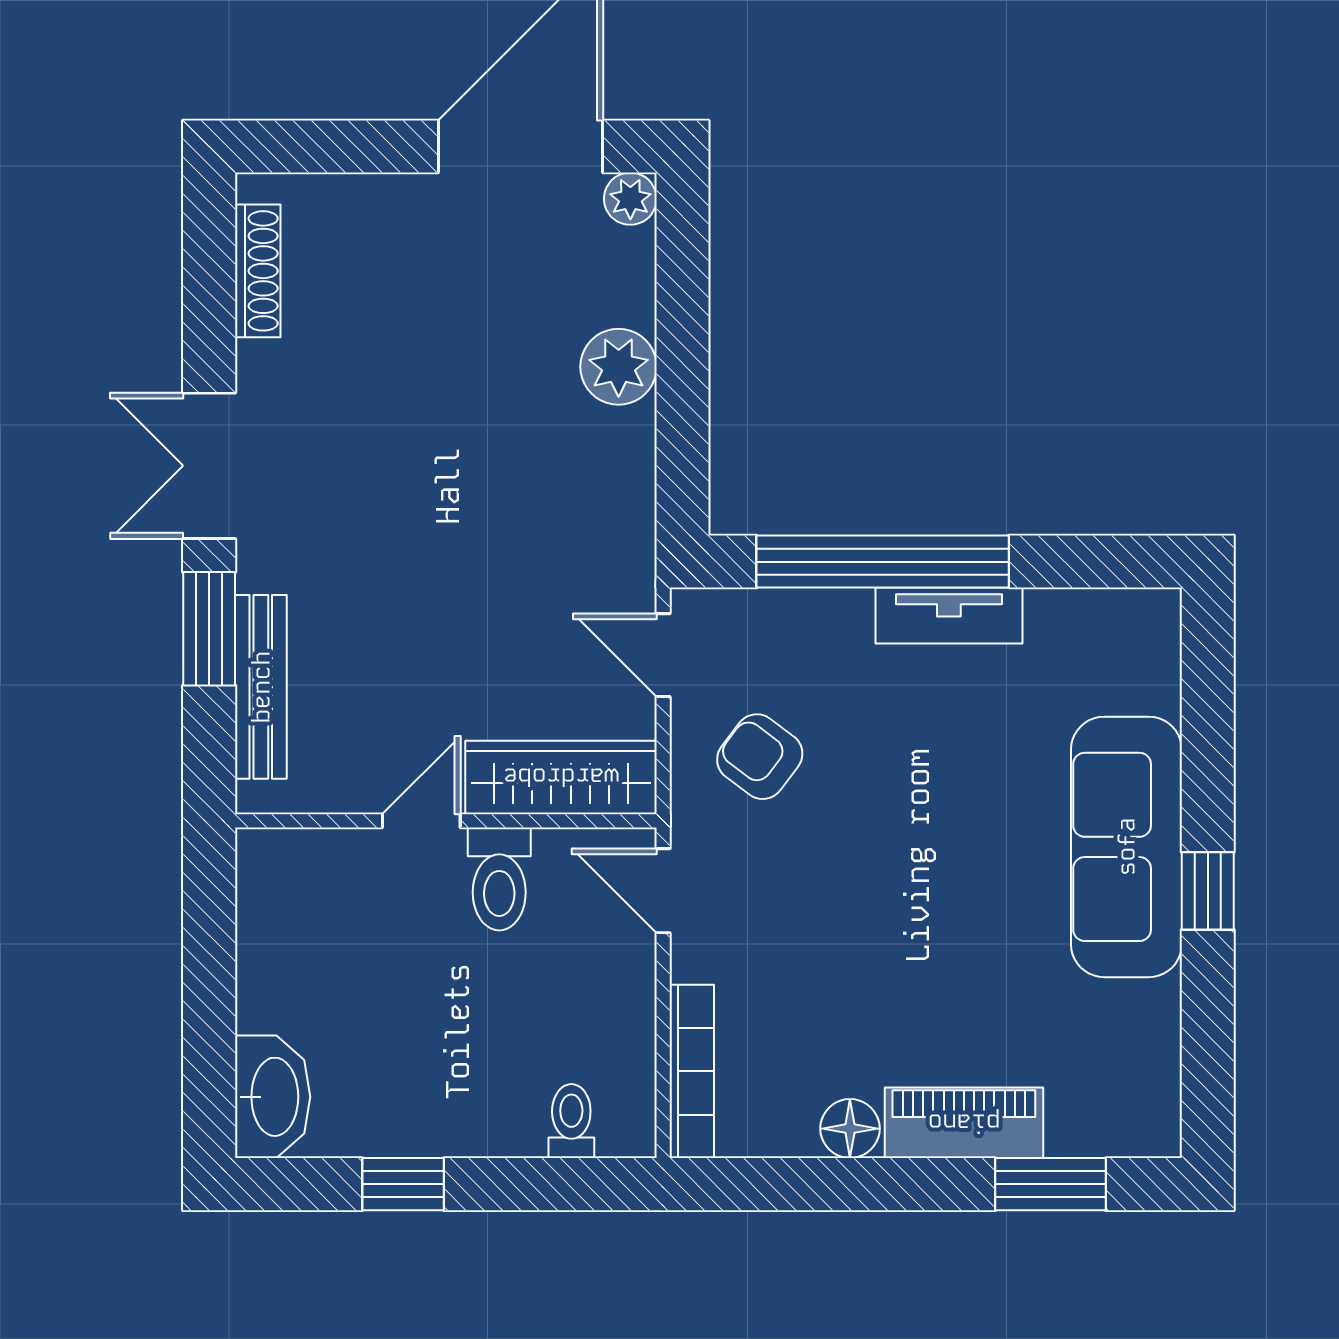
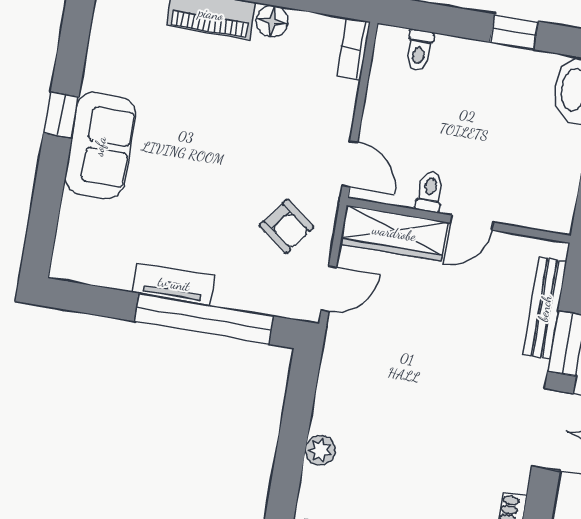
plant: (619, 367) -> (320, 450), width x0.73, depth x0.73
door: (663, 655) -> (329, 289), hinge flipped
sofa: (1126, 847) -> (100, 146), width x0.73
toilet: (499, 879) -> (430, 192), width x0.73, depth x0.72
bookcase: (692, 1071) -> (354, 49), width x0.64

